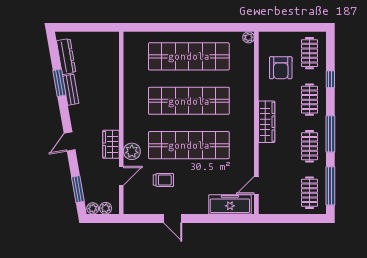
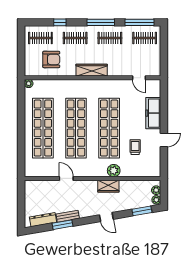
door: (121, 176) -> (66, 178), moved
freezer: (230, 204) -> (153, 113), moved

